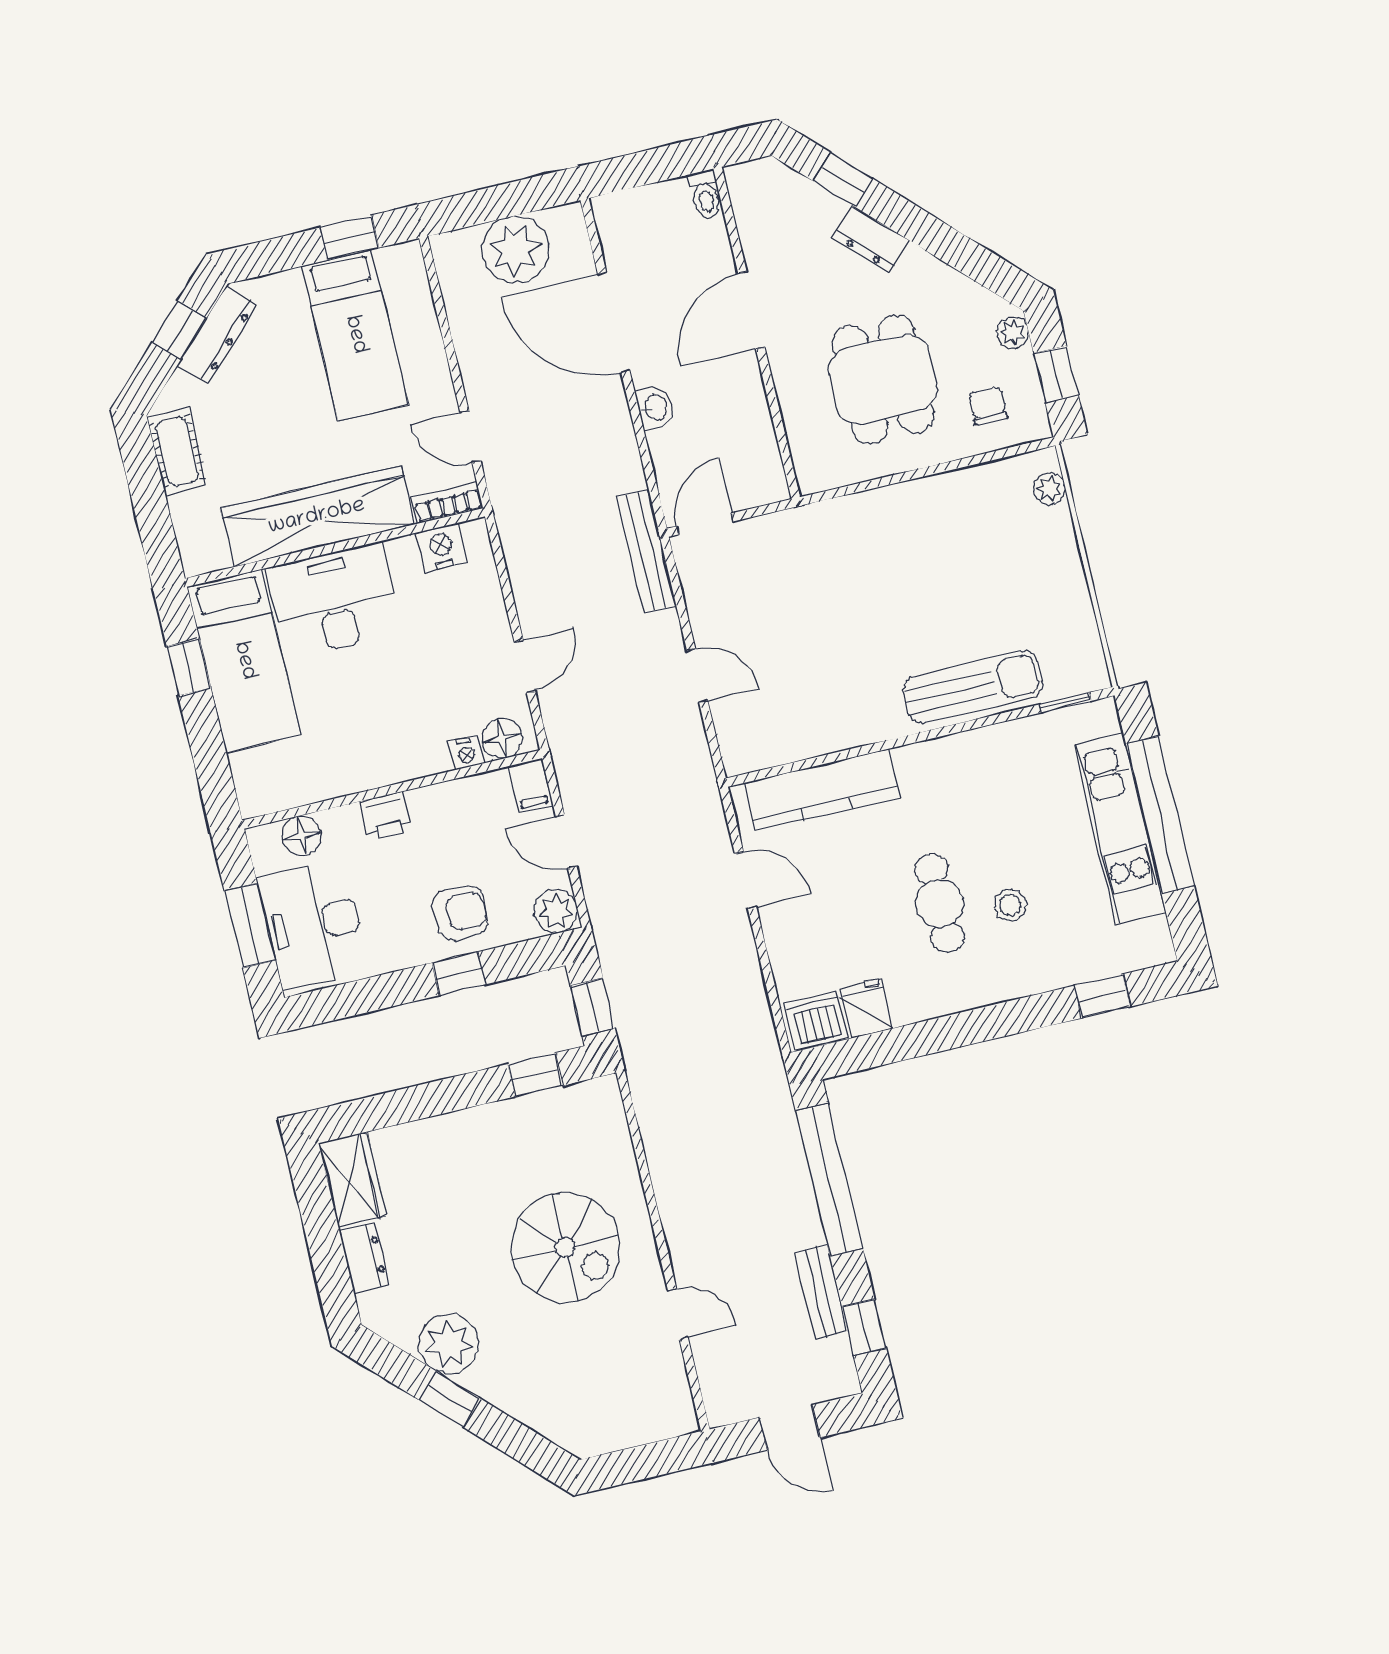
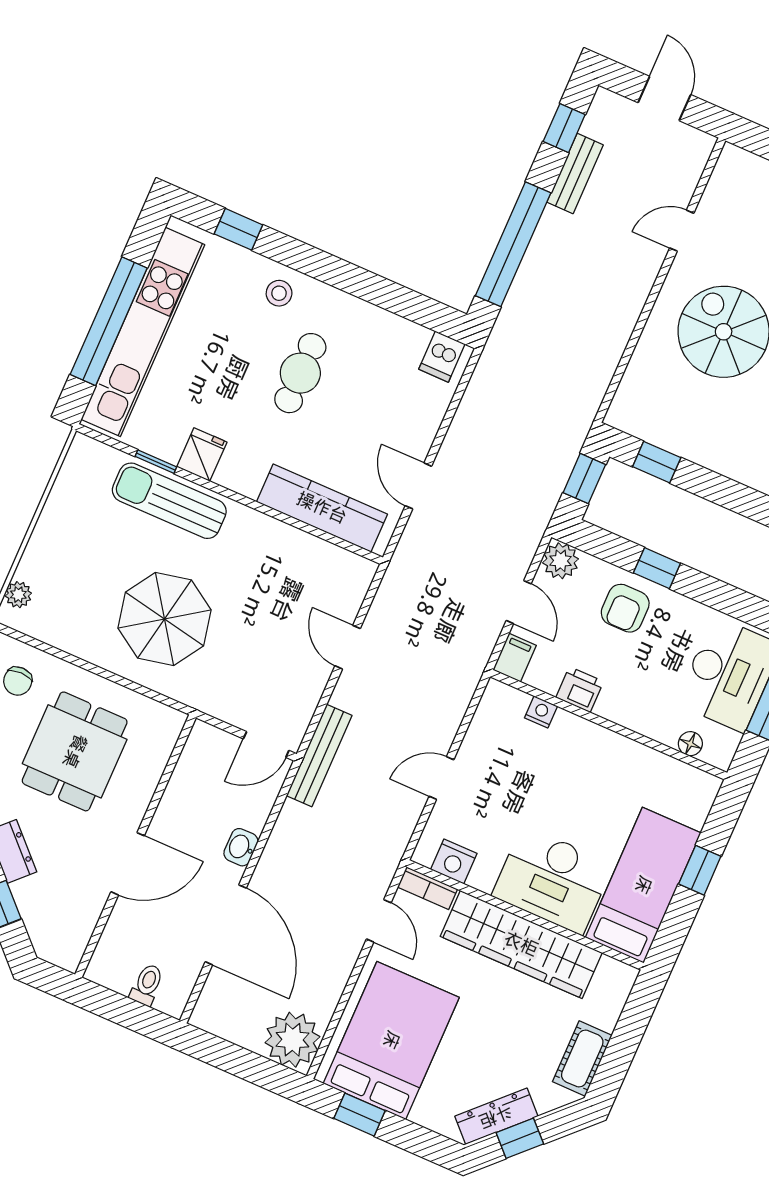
toilet: (705, 195) -> (147, 985), moved
plant: (515, 250) -> (292, 1040), moved
bed: (355, 335) -> (391, 1040), width x1.50
parasol: (892, 571) -> (164, 619), added
door: (525, 666) -> (442, 778), moved
window: (189, 667) -> (700, 870), moved
window: (1065, 703) -> (156, 462), moved
floor lamp: (502, 739) -> (510, 703), removed
printer: (386, 816) -> (580, 689), moved
kitchen unit: (1120, 829) -> (143, 332), width x1.36
floor lamp: (302, 835) -> (690, 744), width x0.73, depth x0.73
stool: (1010, 905) -> (279, 293), moved
armchair: (460, 913) -> (625, 608), turned -90
fridge: (866, 1008) -> (202, 454), moved, turned 180
dishwasher: (816, 1021) -> (442, 357), width x0.73
door: (678, 1314) -> (682, 231), hinge flipped

